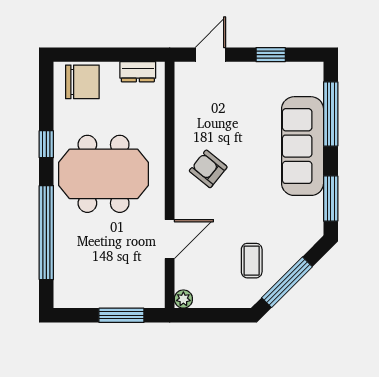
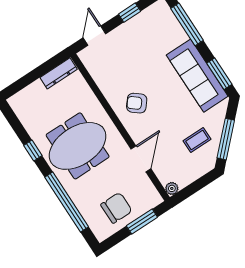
dresser: (138, 72) -> (59, 73), width x1.44
chair: (82, 82) -> (116, 208), moved
sofa: (303, 146) -> (197, 76), moved
coffee table: (252, 261) -> (197, 140), turned 90

